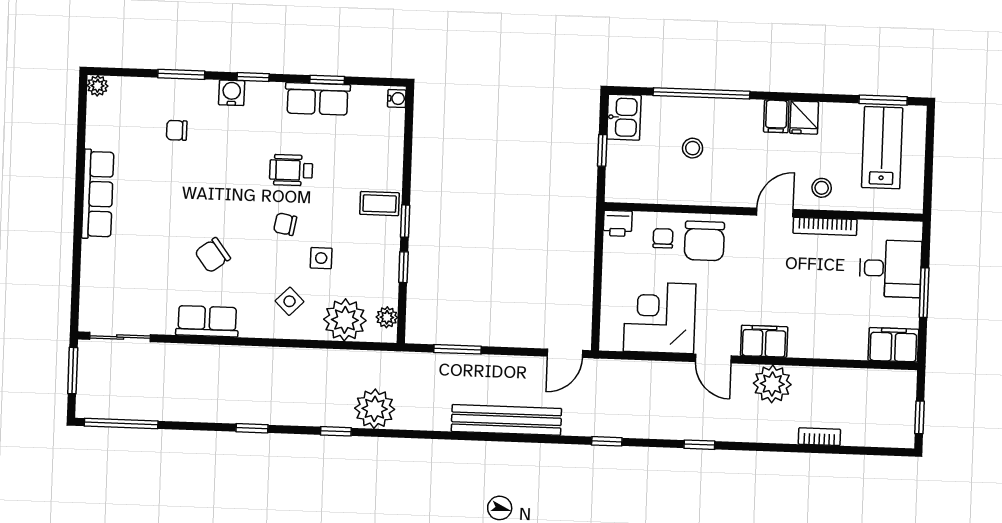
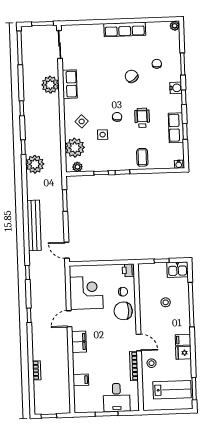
coffee table: (380, 204) -> (142, 157), moved
chair: (213, 255) -> (132, 76), moved
filing cabinet: (893, 345) -> (81, 380), moved, width x0.50
plant: (772, 384) -> (50, 85), moved

